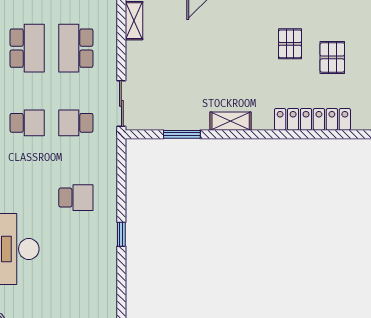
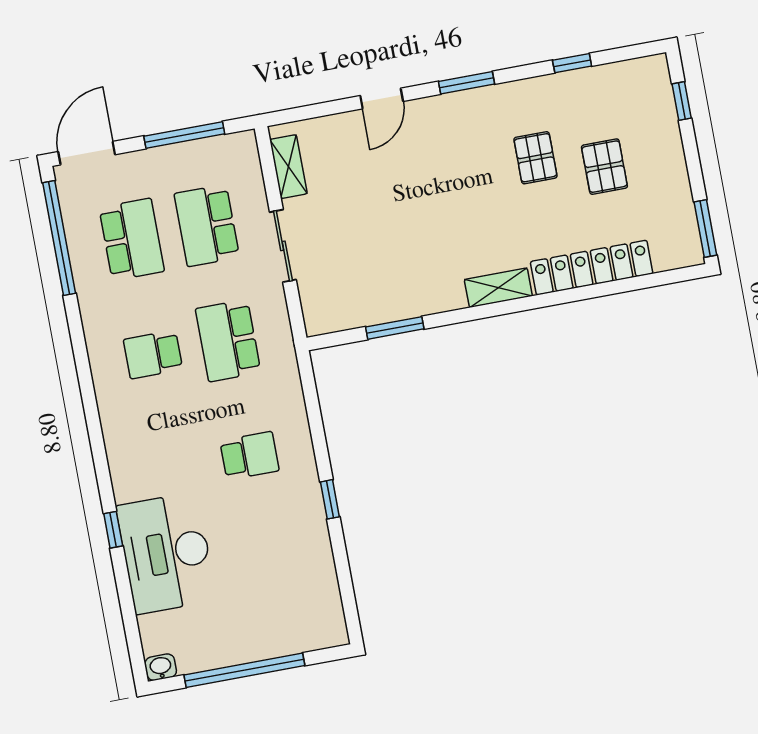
sliding door: (121, 103) -> (283, 246), moved
shelving: (231, 121) -> (498, 288), moved
school desk: (27, 123) -> (153, 354), turned 180
school desk: (76, 123) -> (228, 341), width x1.85

